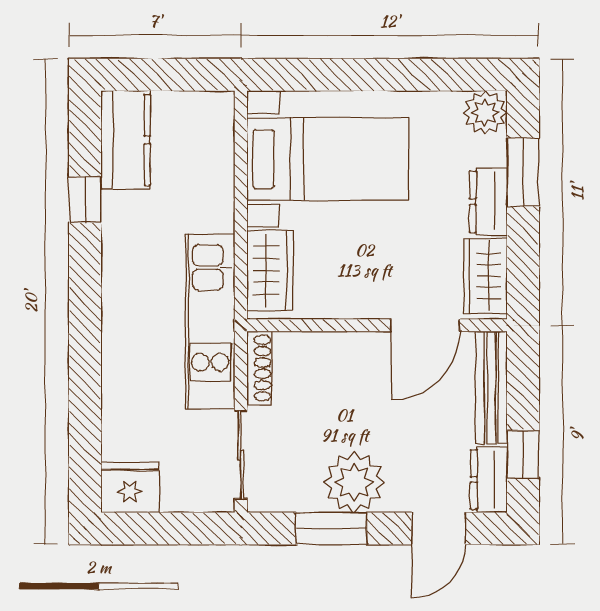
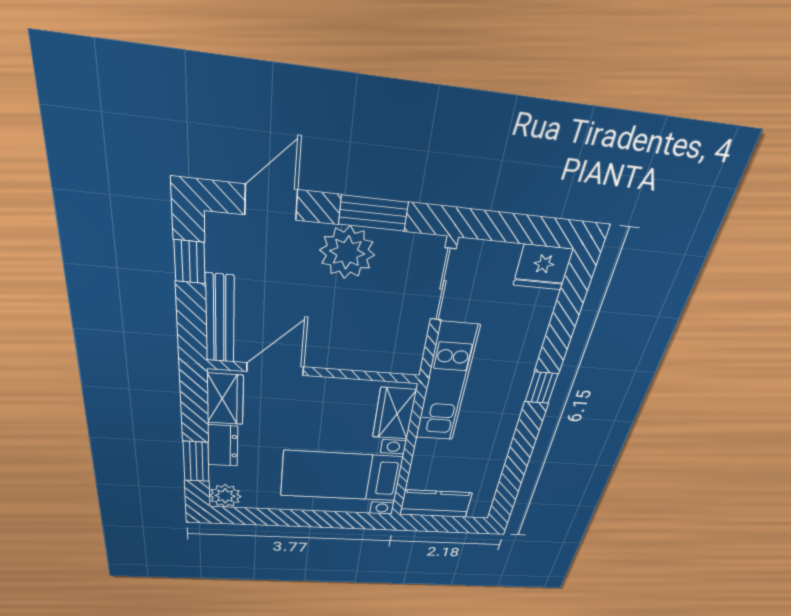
kitchen counter: (125, 140) -> (436, 504), moved, turned 90
window: (85, 200) -> (542, 388), moved
shoe rack: (259, 368) -> (415, 349), removed
dresser: (489, 480) -> (222, 243), removed

